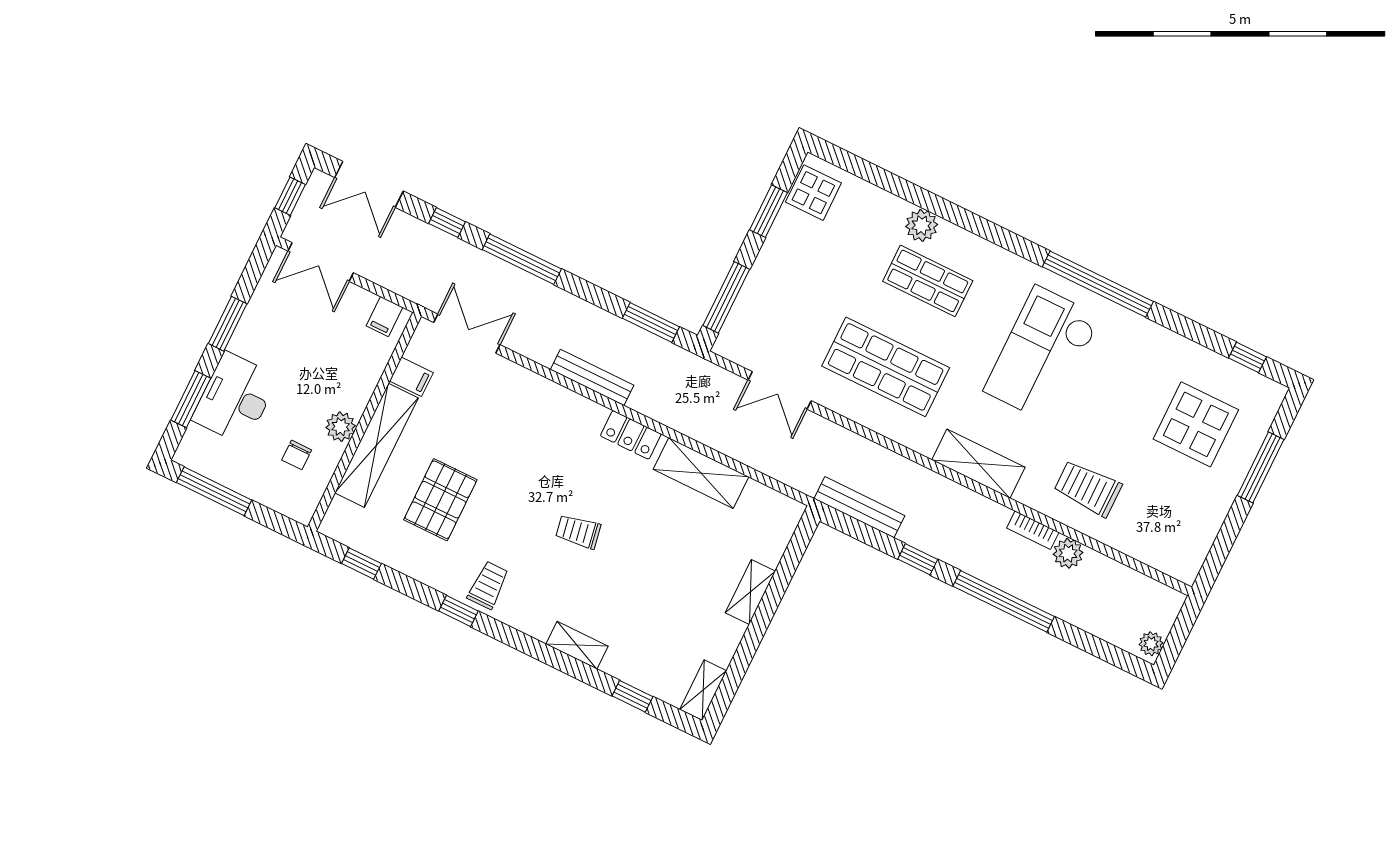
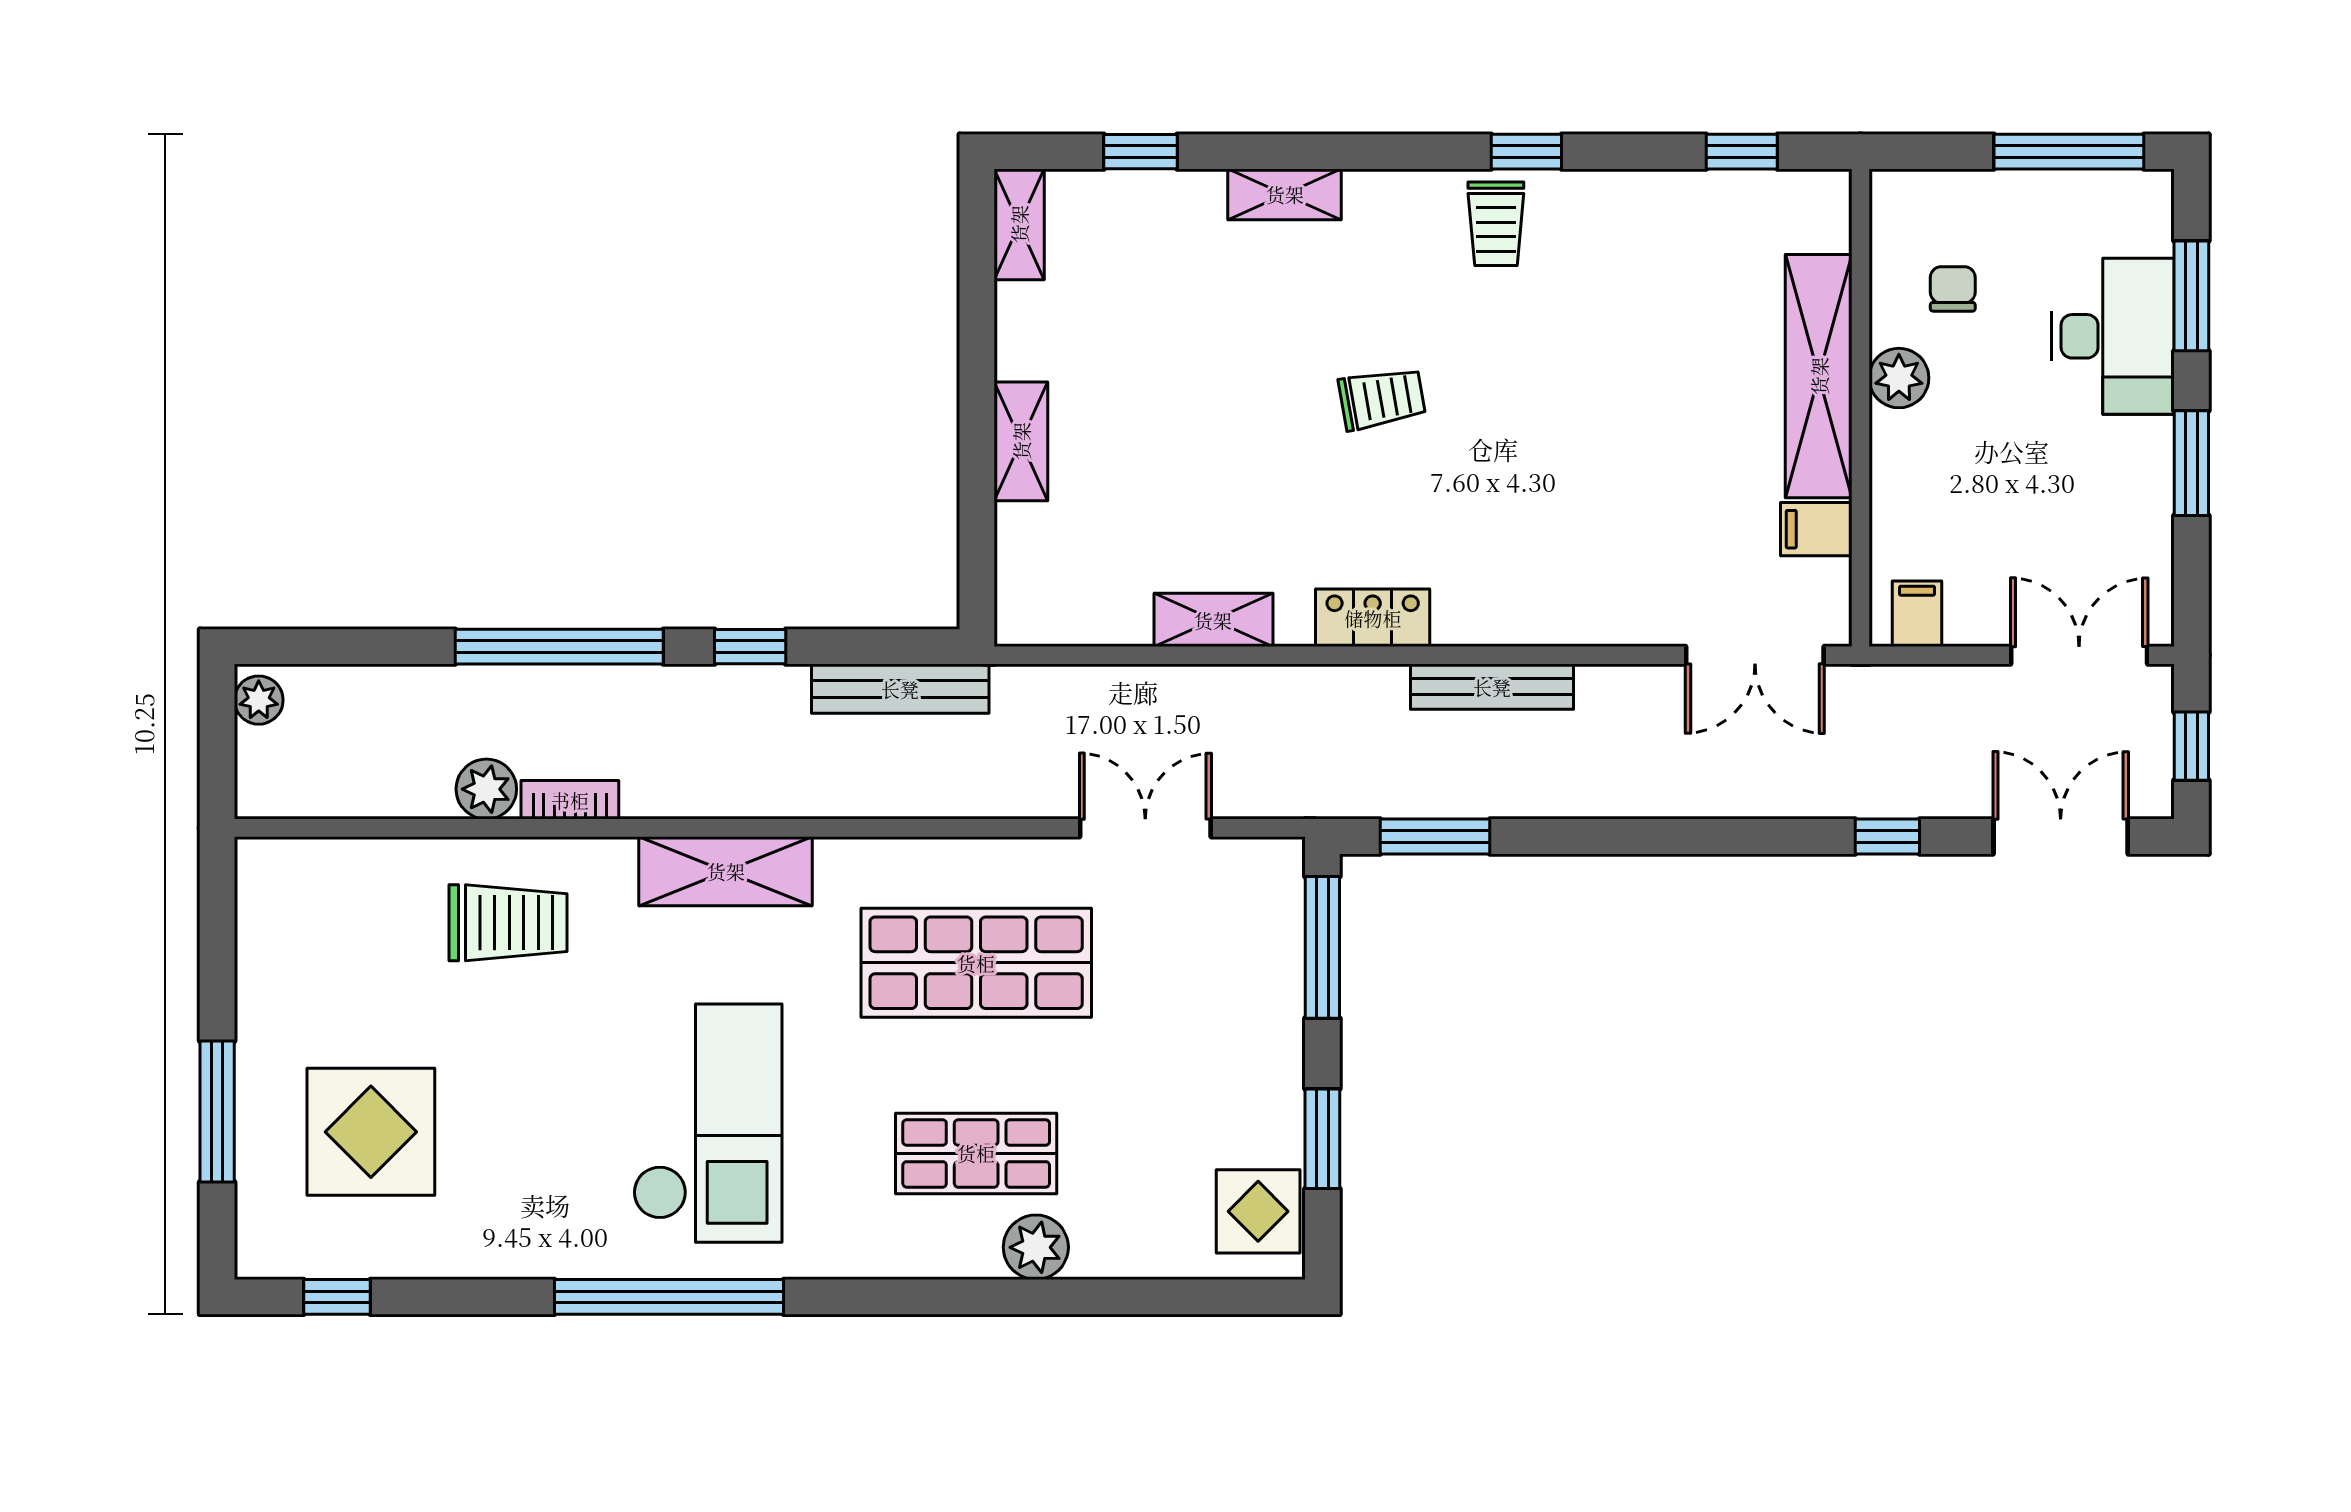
window: (522, 259) -> (1722, 837), removed
shelving: (701, 473) -> (1213, 620), width x0.67, depth x0.75
pallet: (440, 500) -> (1656, 335), removed

